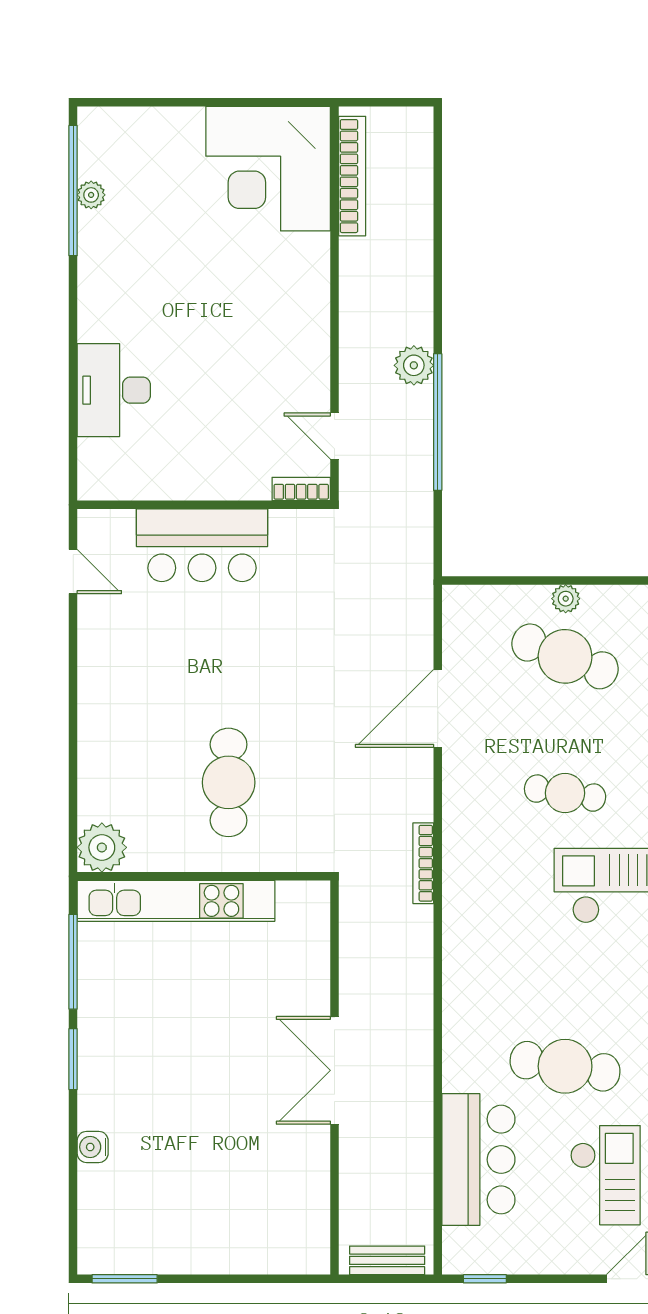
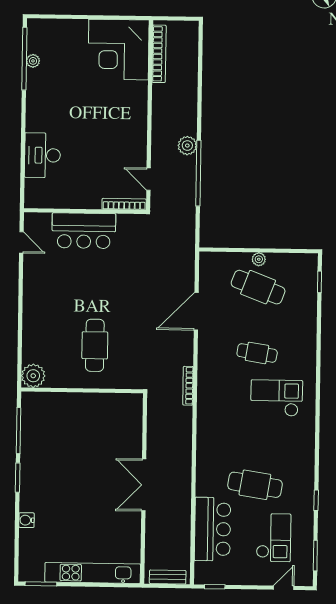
bookcase: (301, 489) -> (124, 204), width x1.56
kitchen unit: (176, 901) -> (93, 573), moved, turned 180

